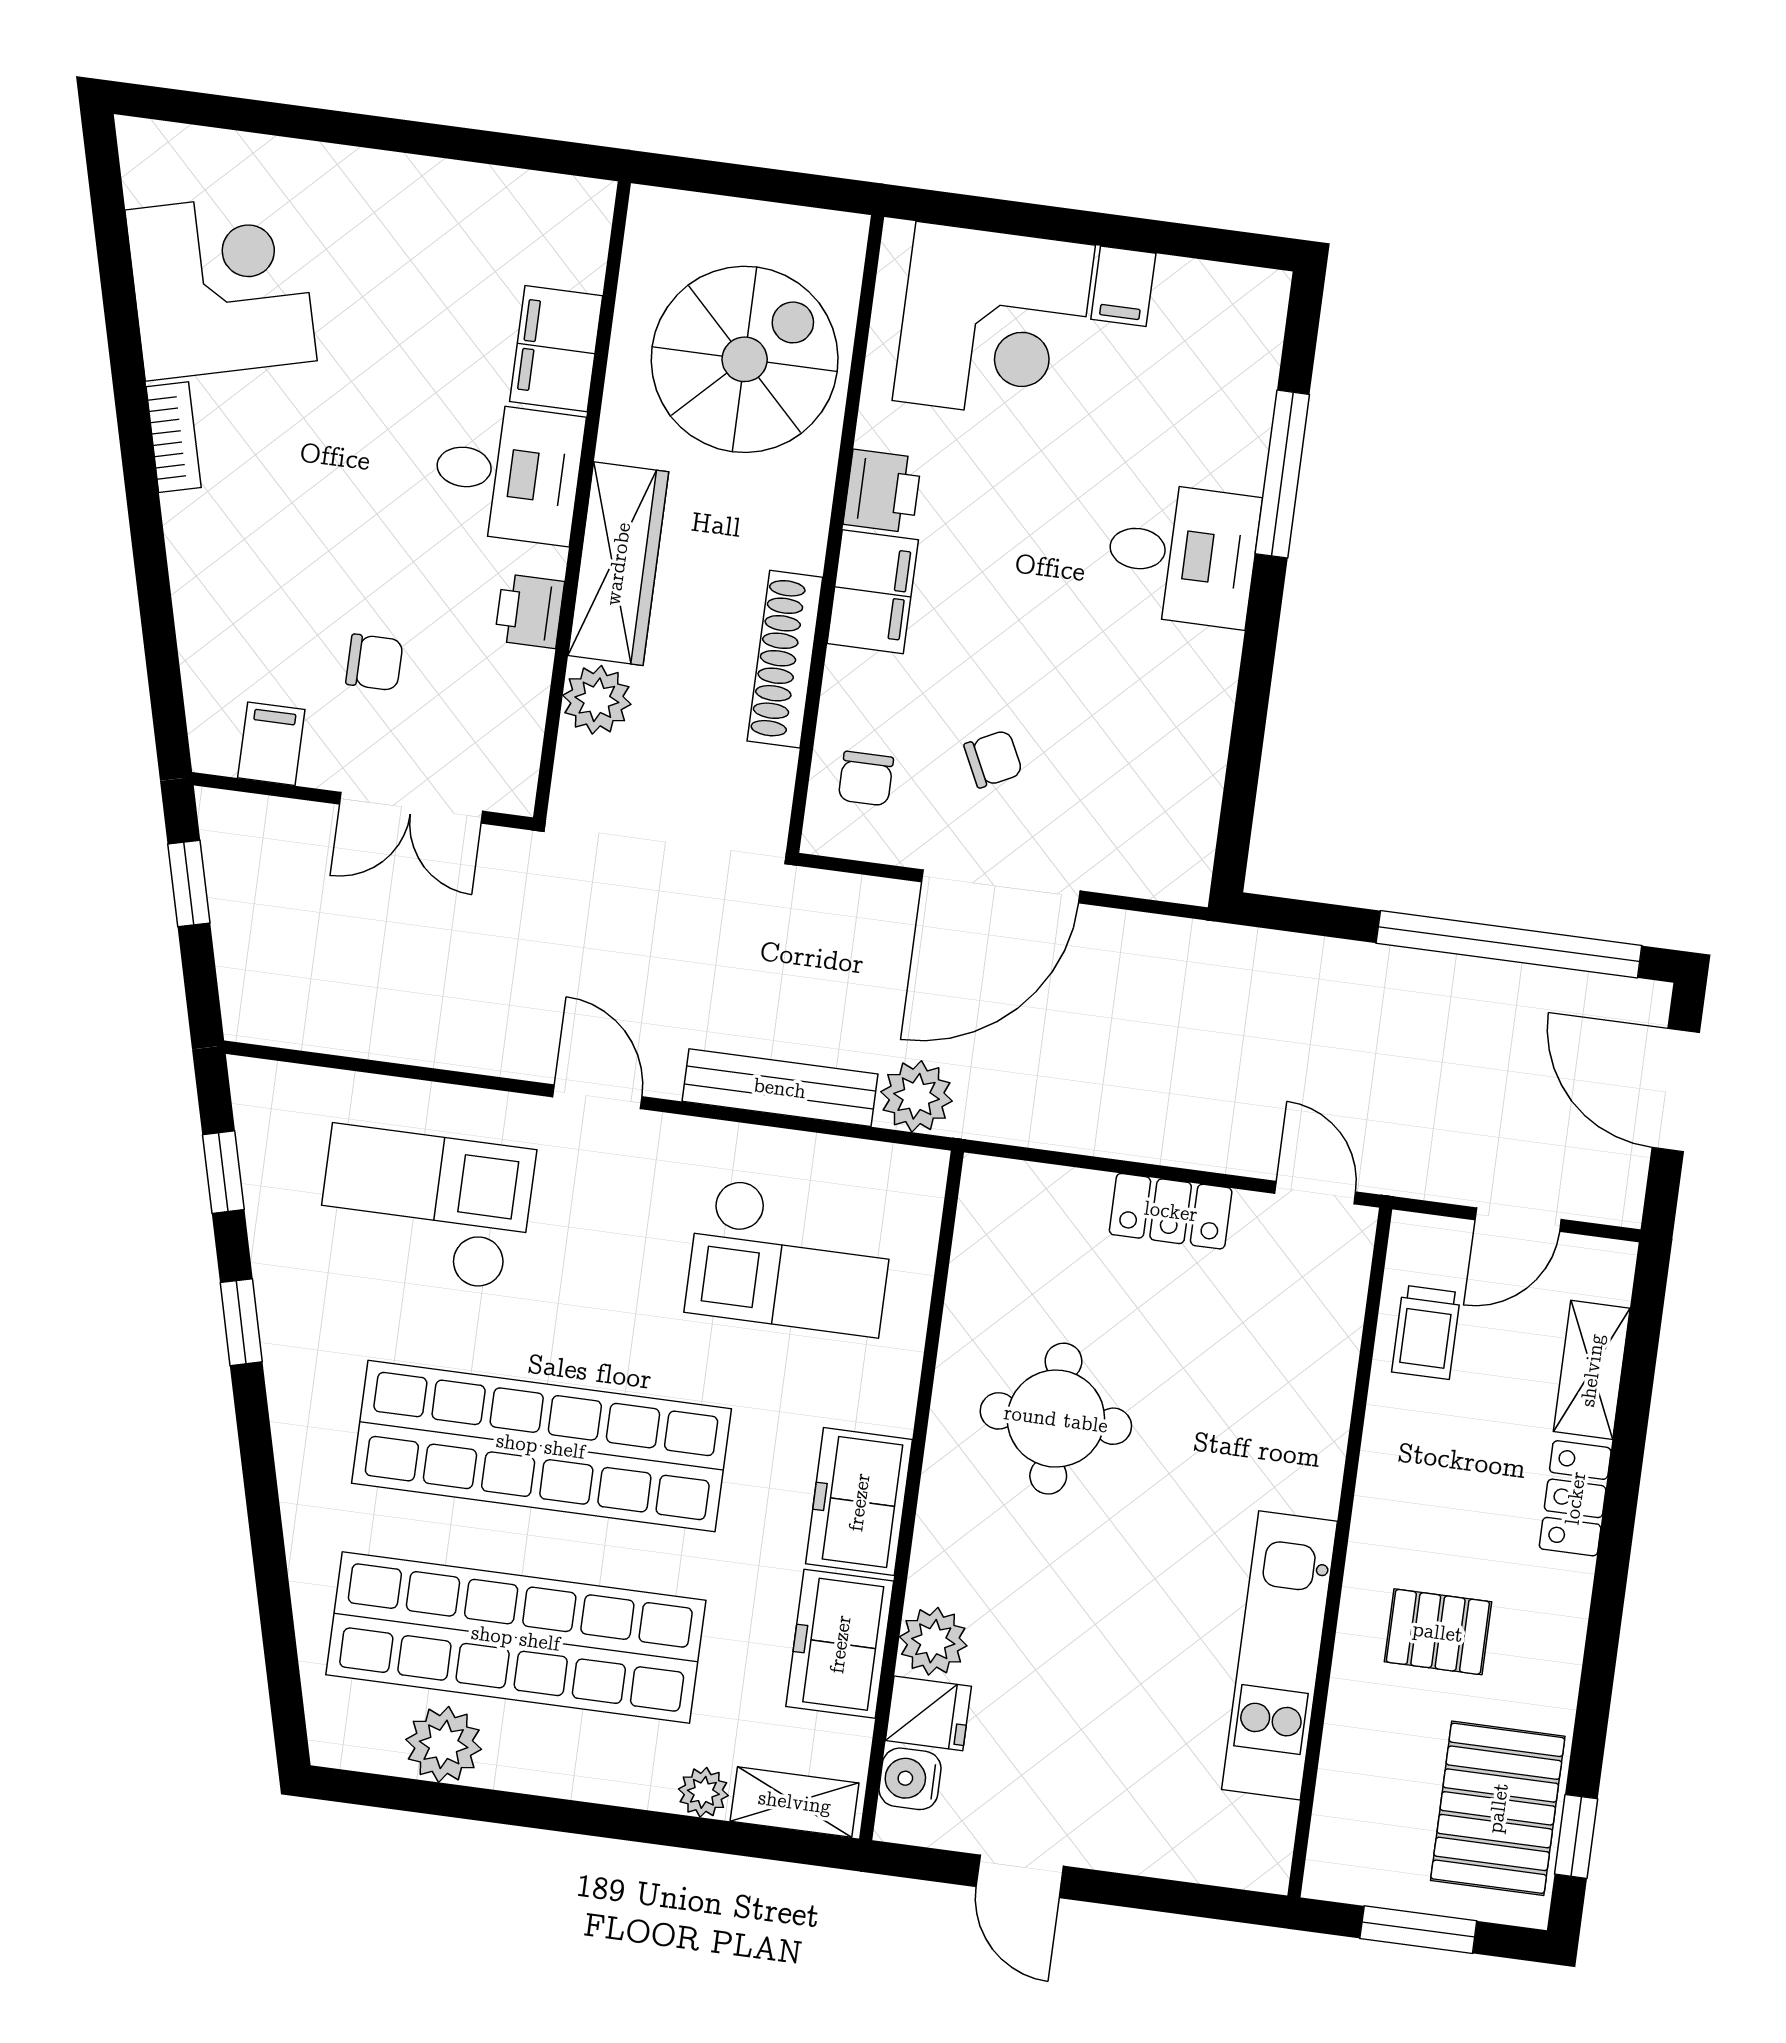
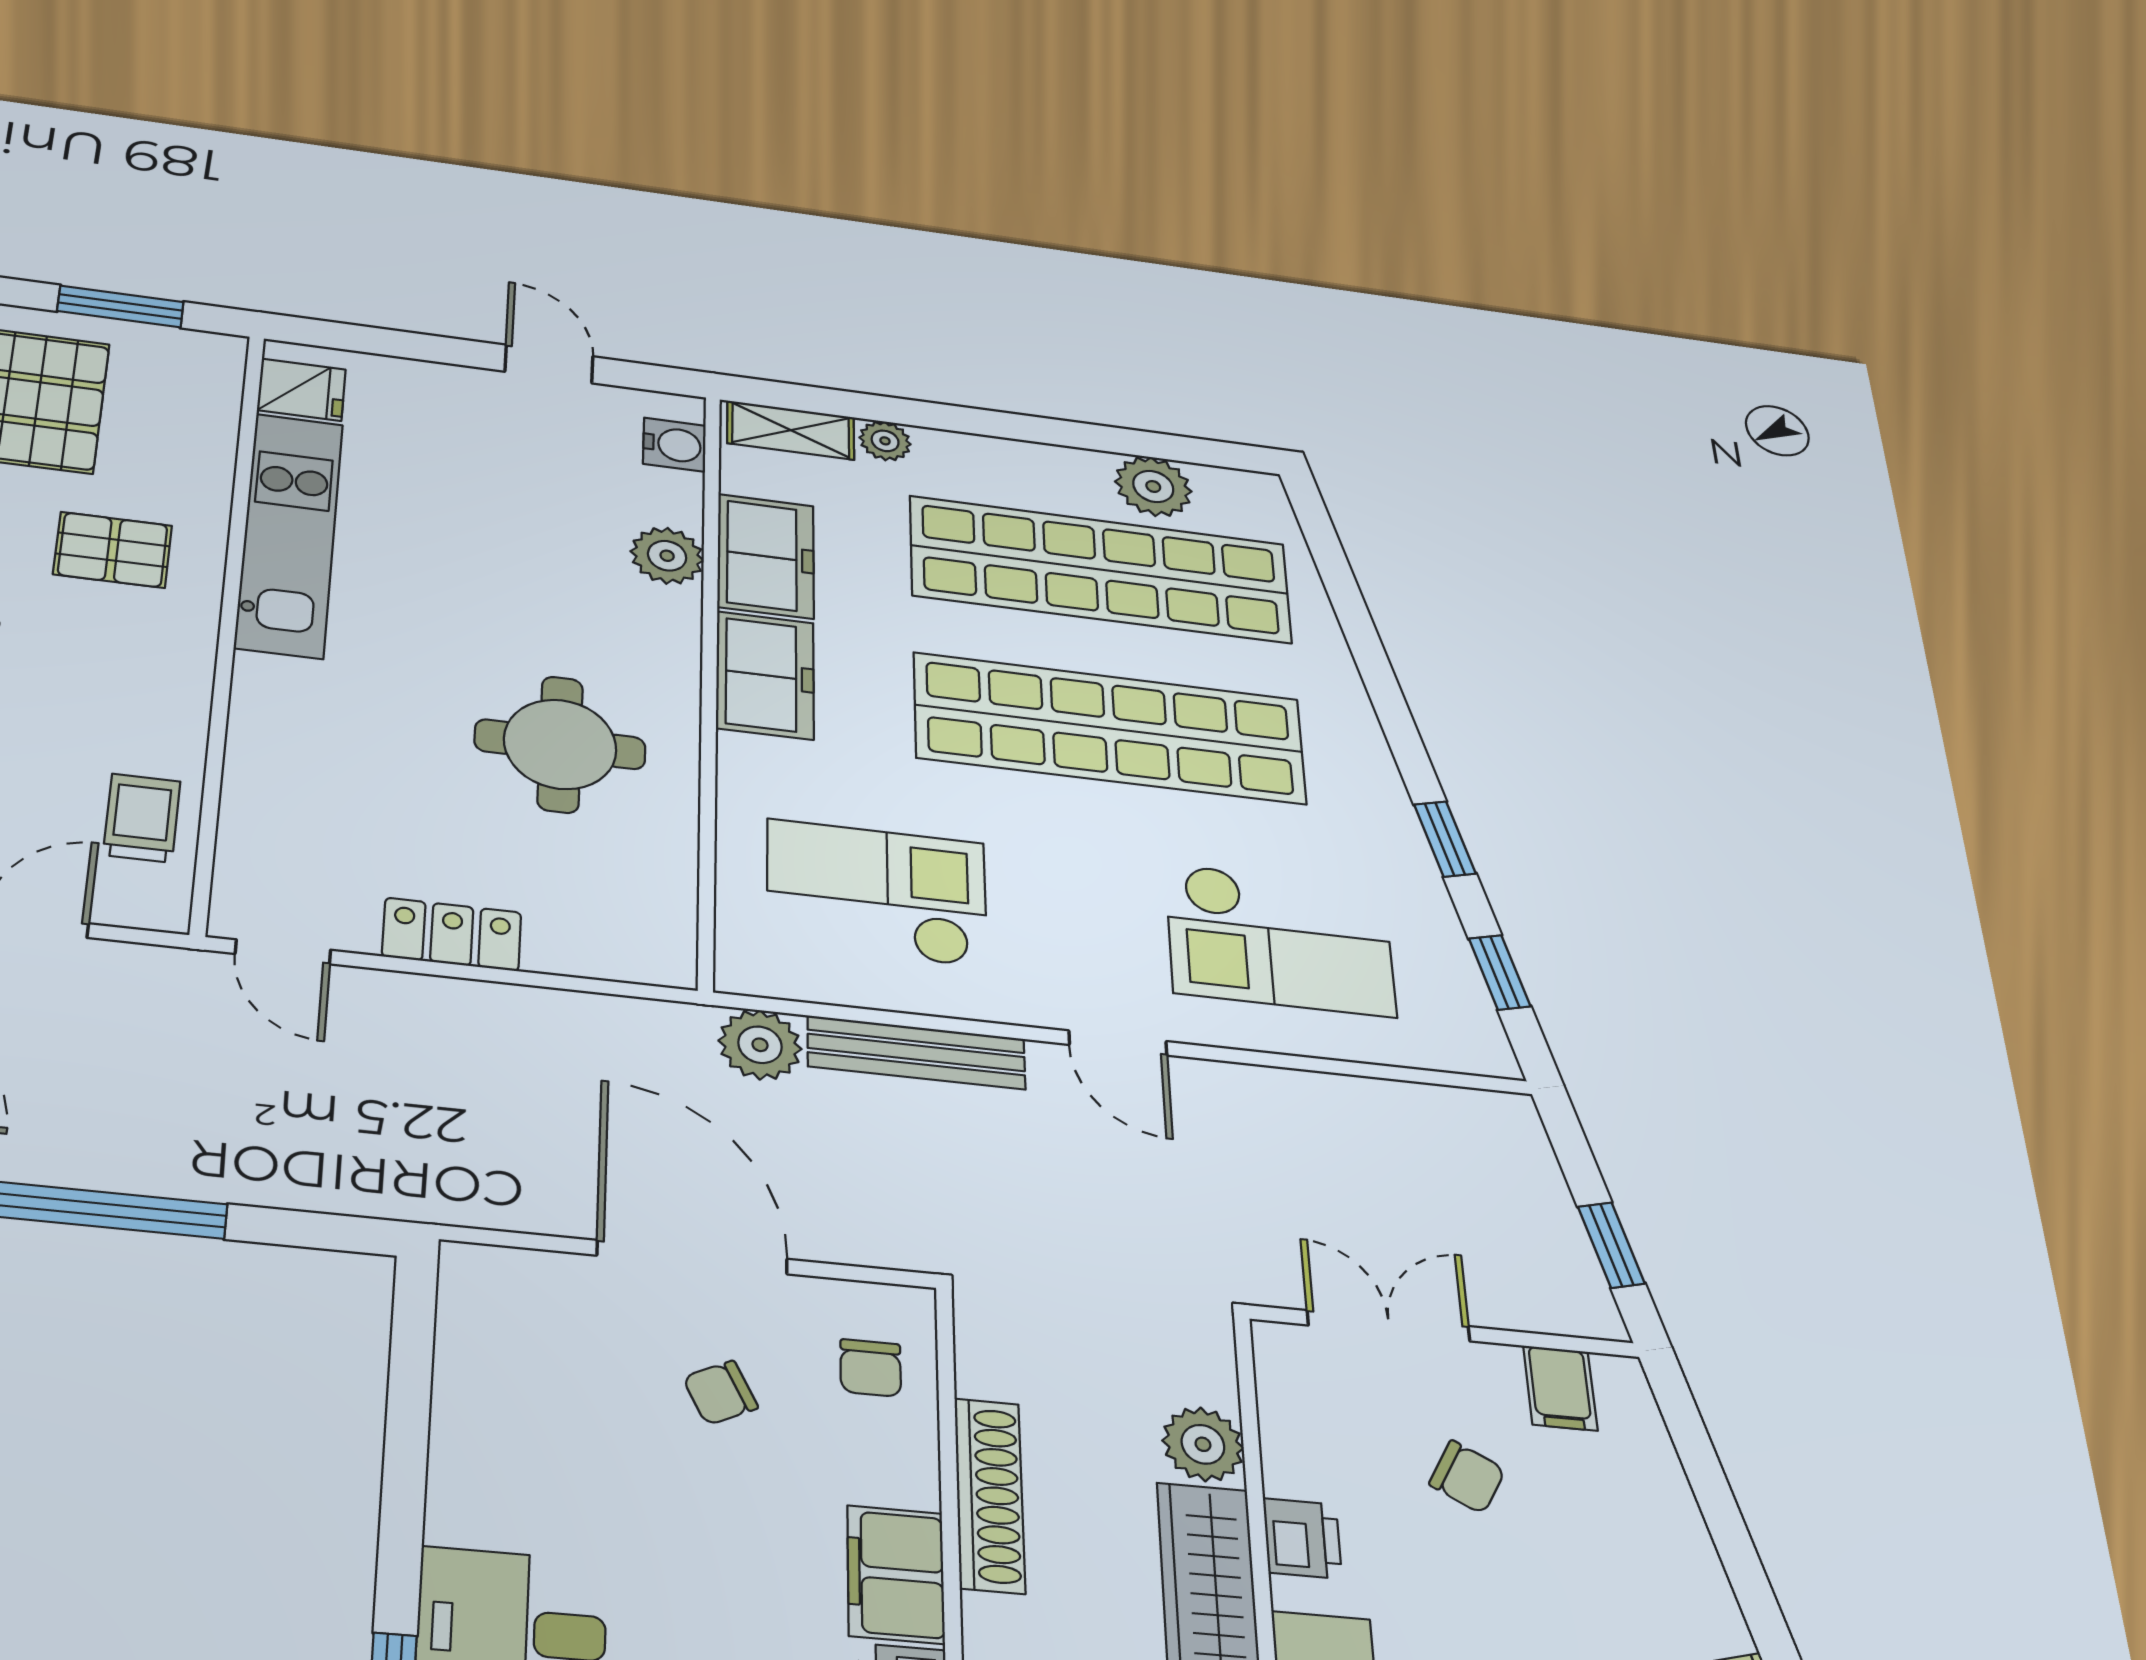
chair: (374, 662) -> (1467, 1477), turned -152
chair: (866, 779) -> (871, 1368), turned 180
door: (1001, 886) -> (692, 1257), hinge flipped
fridge: (928, 1713) -> (301, 390), moved, turned 180

